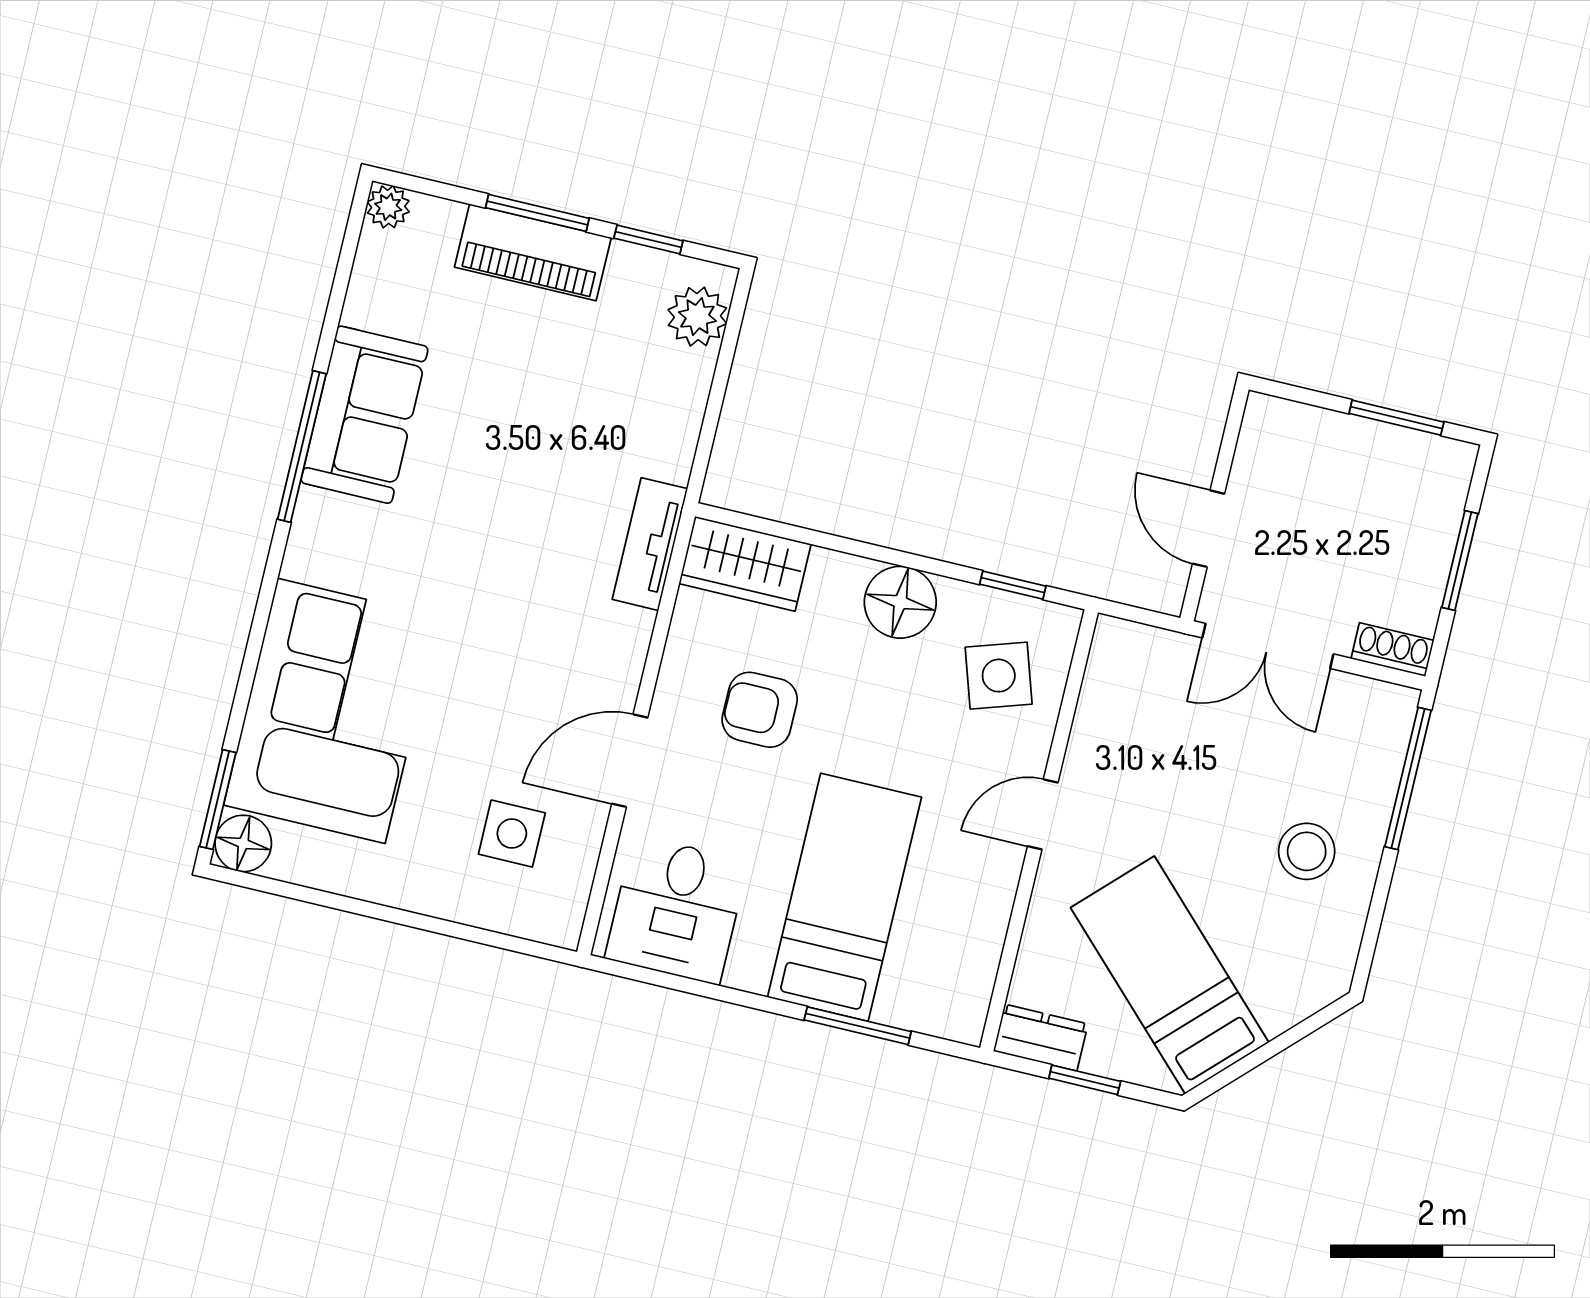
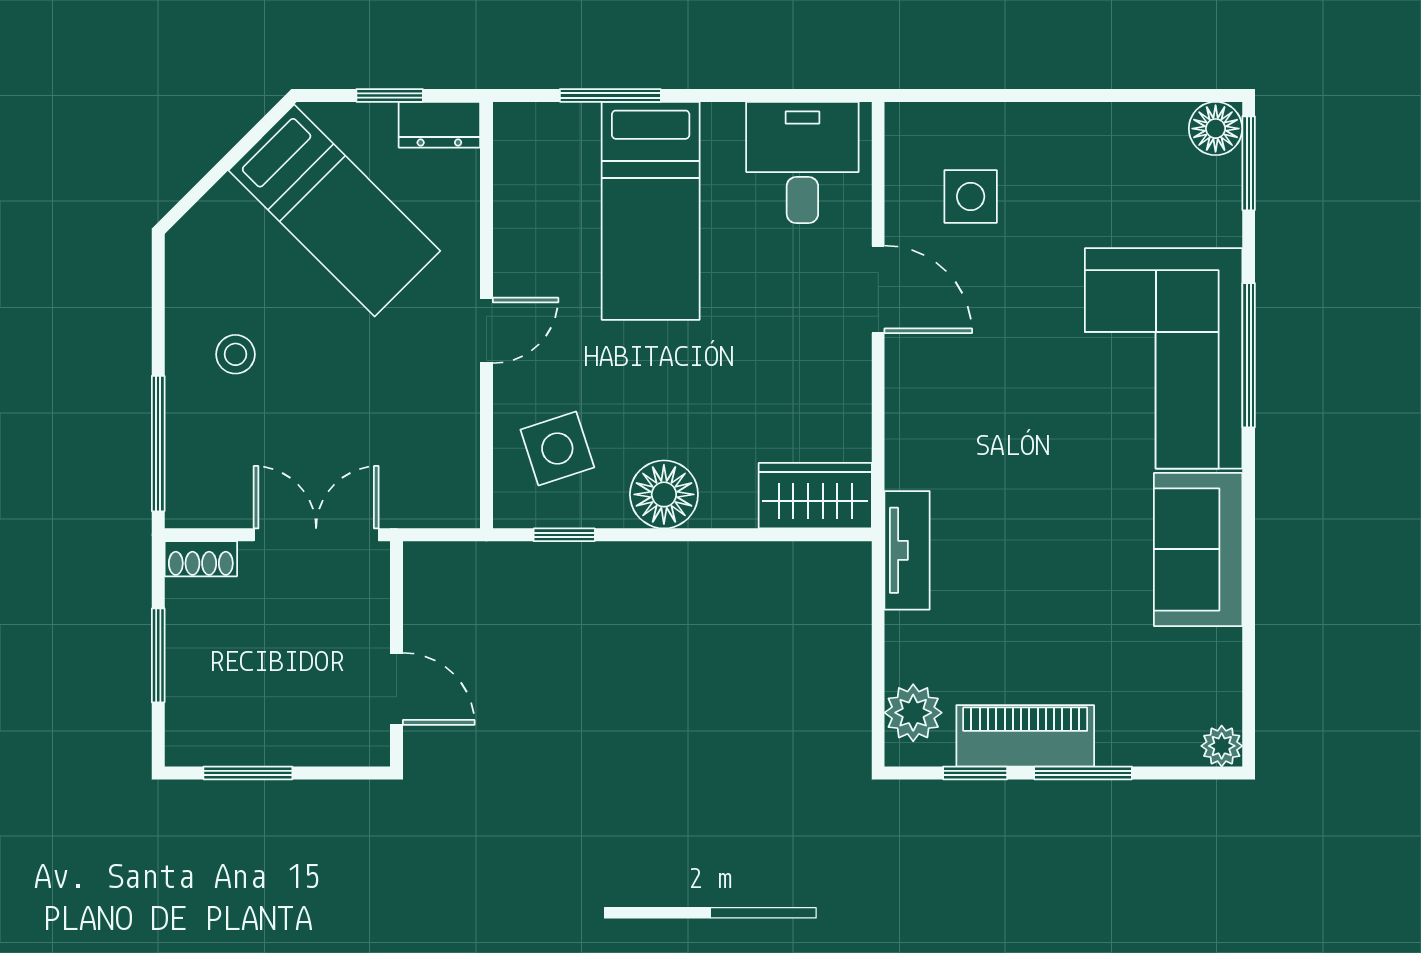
piano: (533, 252) -> (1025, 736), moved
window: (302, 447) -> (1249, 355), moved
door: (1209, 529) -> (396, 689), moved
tv unit: (650, 544) -> (907, 550), moved
armchair: (760, 710) -> (770, 365), removed
corner sofa: (331, 711) -> (1164, 358), moved
door: (630, 761) -> (878, 289), hinge flipped
stool: (1307, 851) -> (235, 354), width x0.73, depth x0.73

